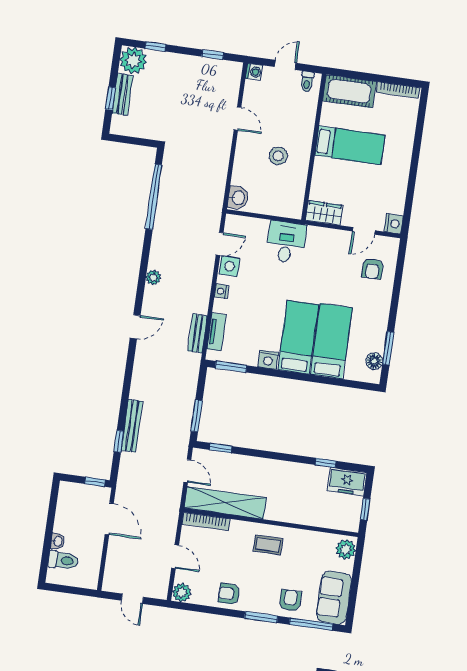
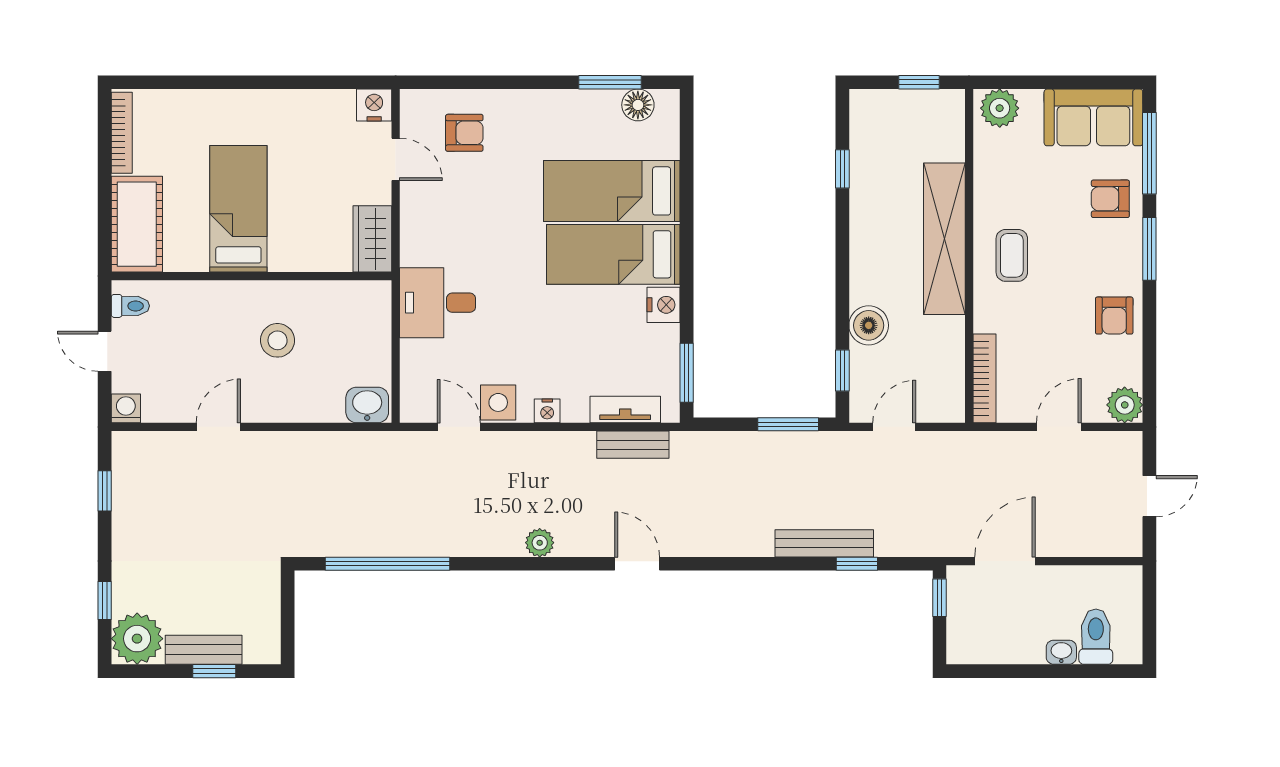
boiler: (242, 465) -> (869, 325), added
freezer: (347, 482) -> (872, 124), removed
shelving: (225, 503) -> (944, 239), moved

